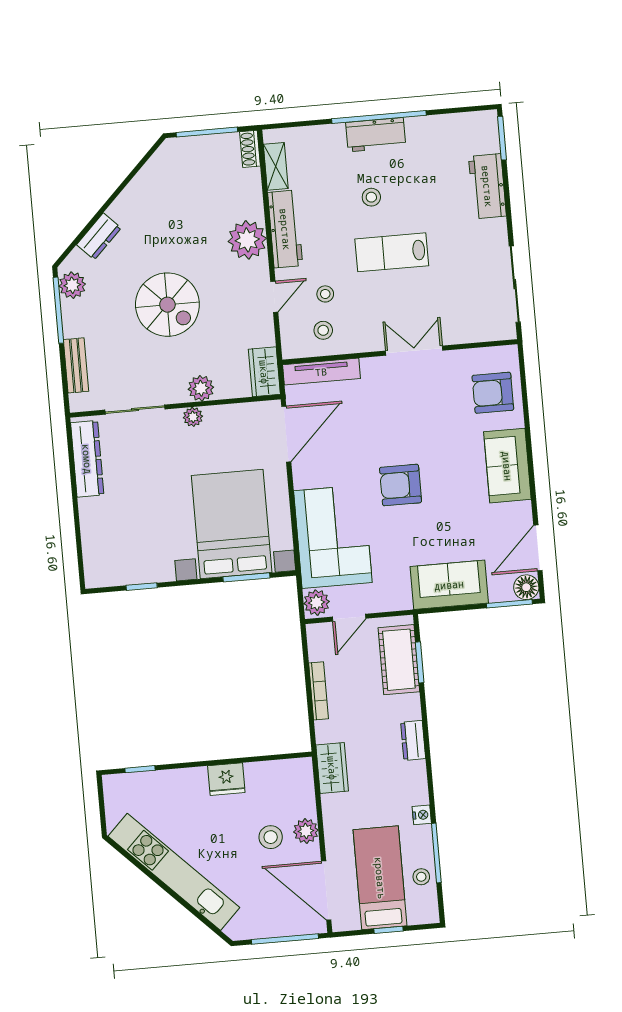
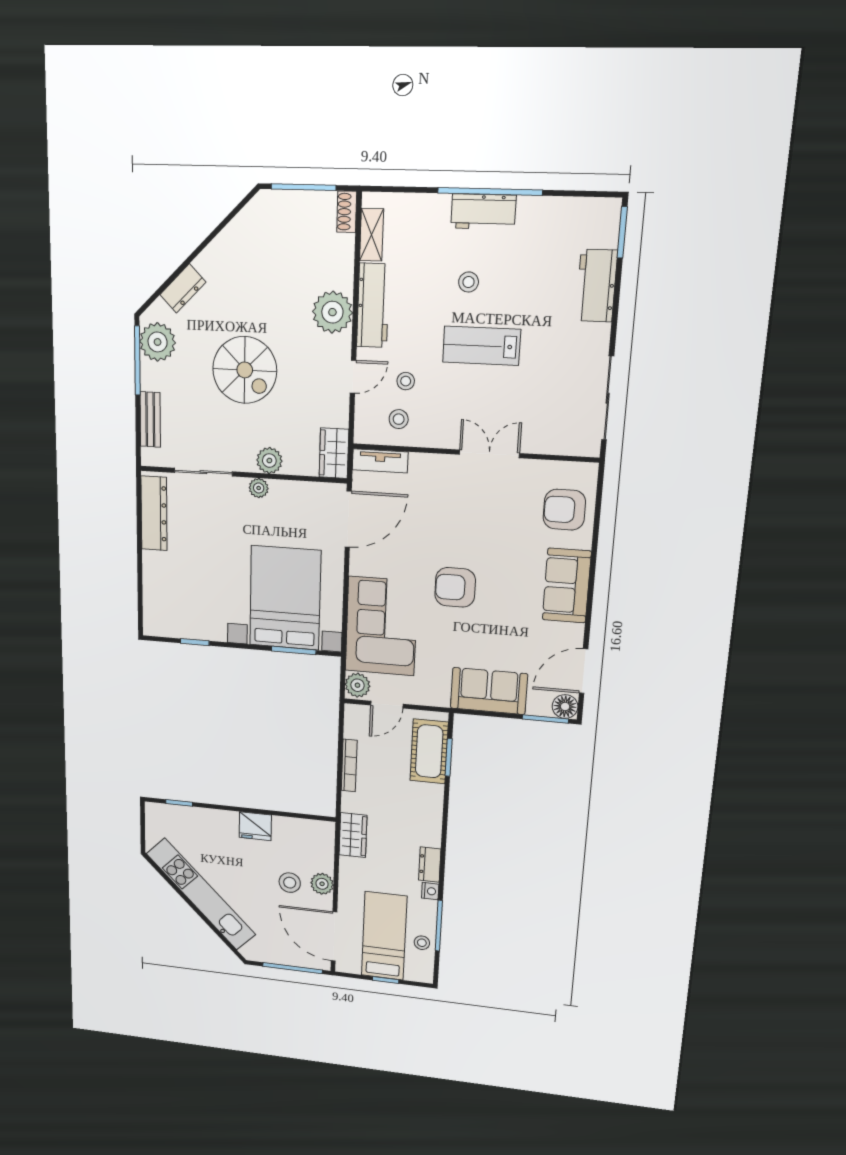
plant: (72, 285) -> (158, 342), width x1.36, depth x1.36
tv unit: (321, 372) -> (380, 461), width x0.71
dresser: (413, 740) -> (430, 865), moved

